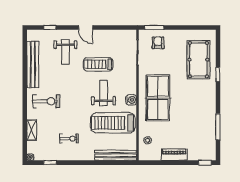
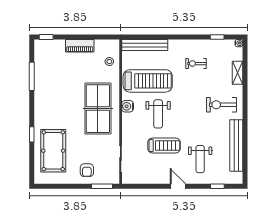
armchair: (158, 43) -> (87, 170), moved
weight bench: (65, 52) -> (200, 159), turned 180

